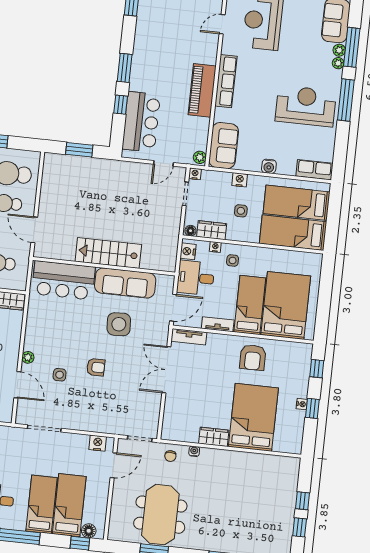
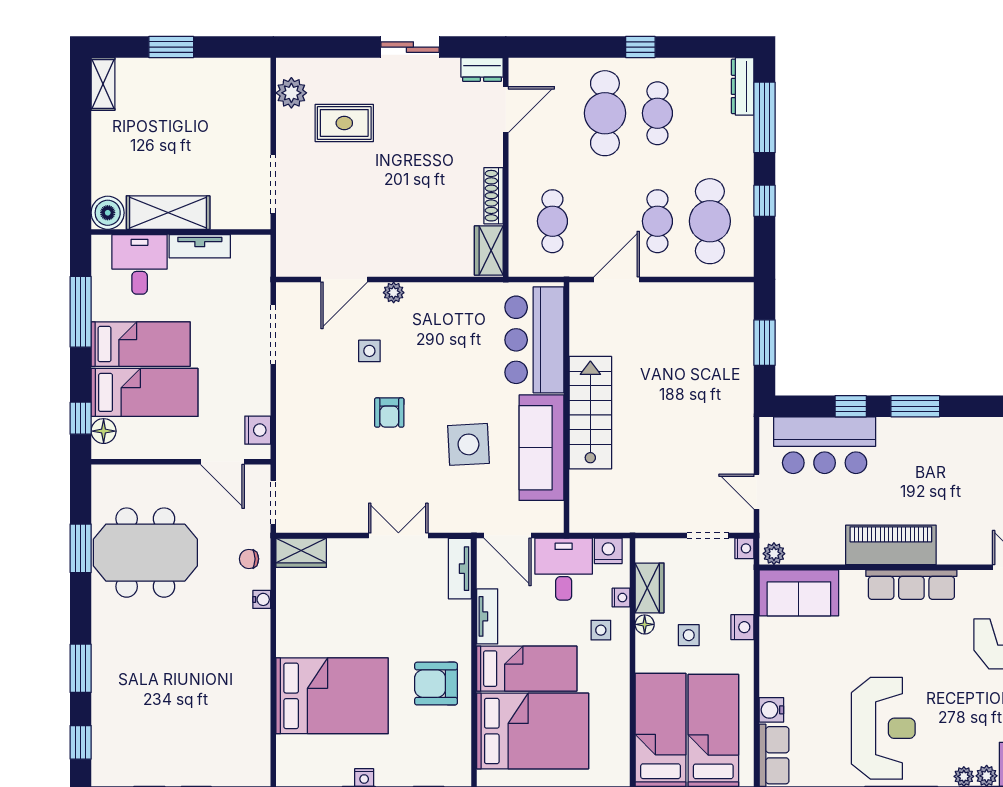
water cooler: (269, 166) -> (771, 710), moved
floor lamp: (191, 231) -> (645, 624), moved
double door: (166, 370) -> (398, 536), width x0.73
wardrobe: (214, 437) -> (301, 553), moved, turned 90

